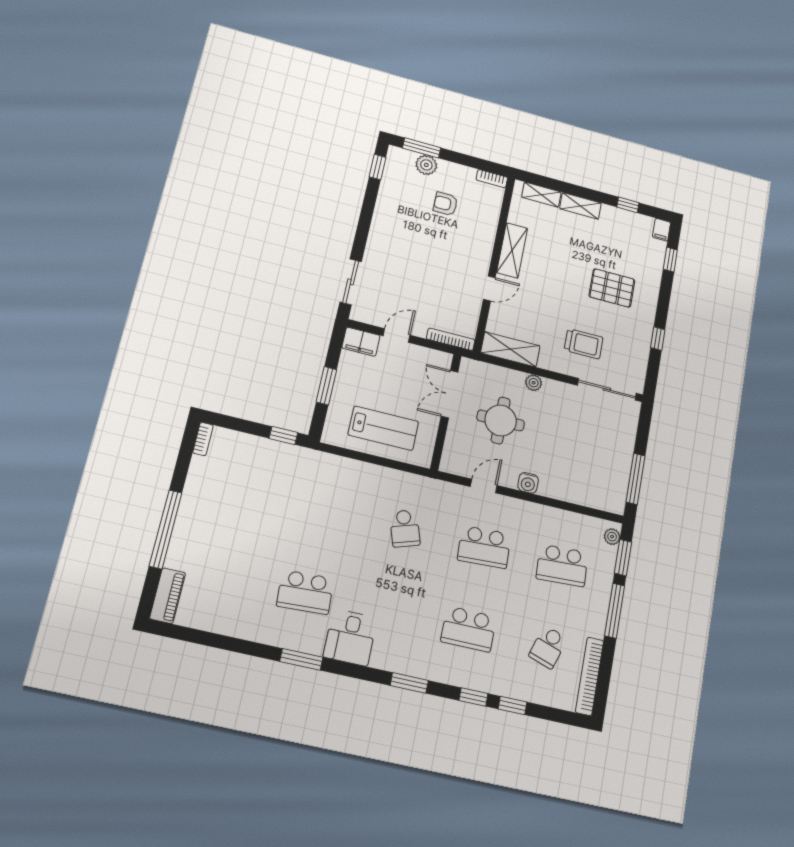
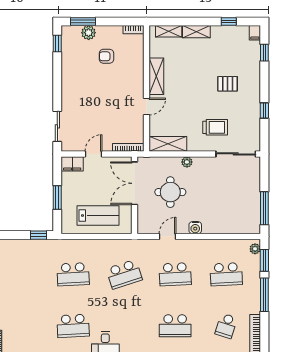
pallet: (612, 288) -> (228, 84), width x0.67, depth x0.71
double door: (450, 394) -> (135, 183), width x1.37
school desk: (324, 509) -> (73, 274), added
school desk: (405, 528) -> (124, 274), width x1.85

